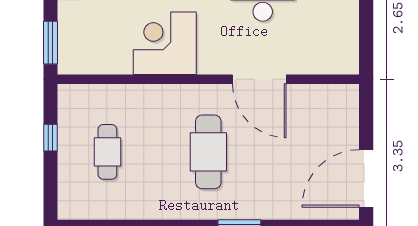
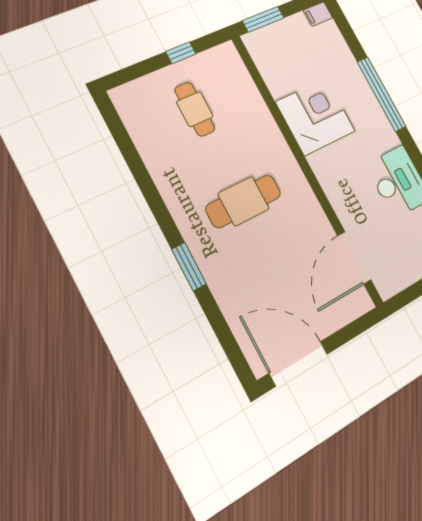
door: (259, 79) -> (354, 258), moved
cafe table: (107, 152) -> (195, 109), turned 90

